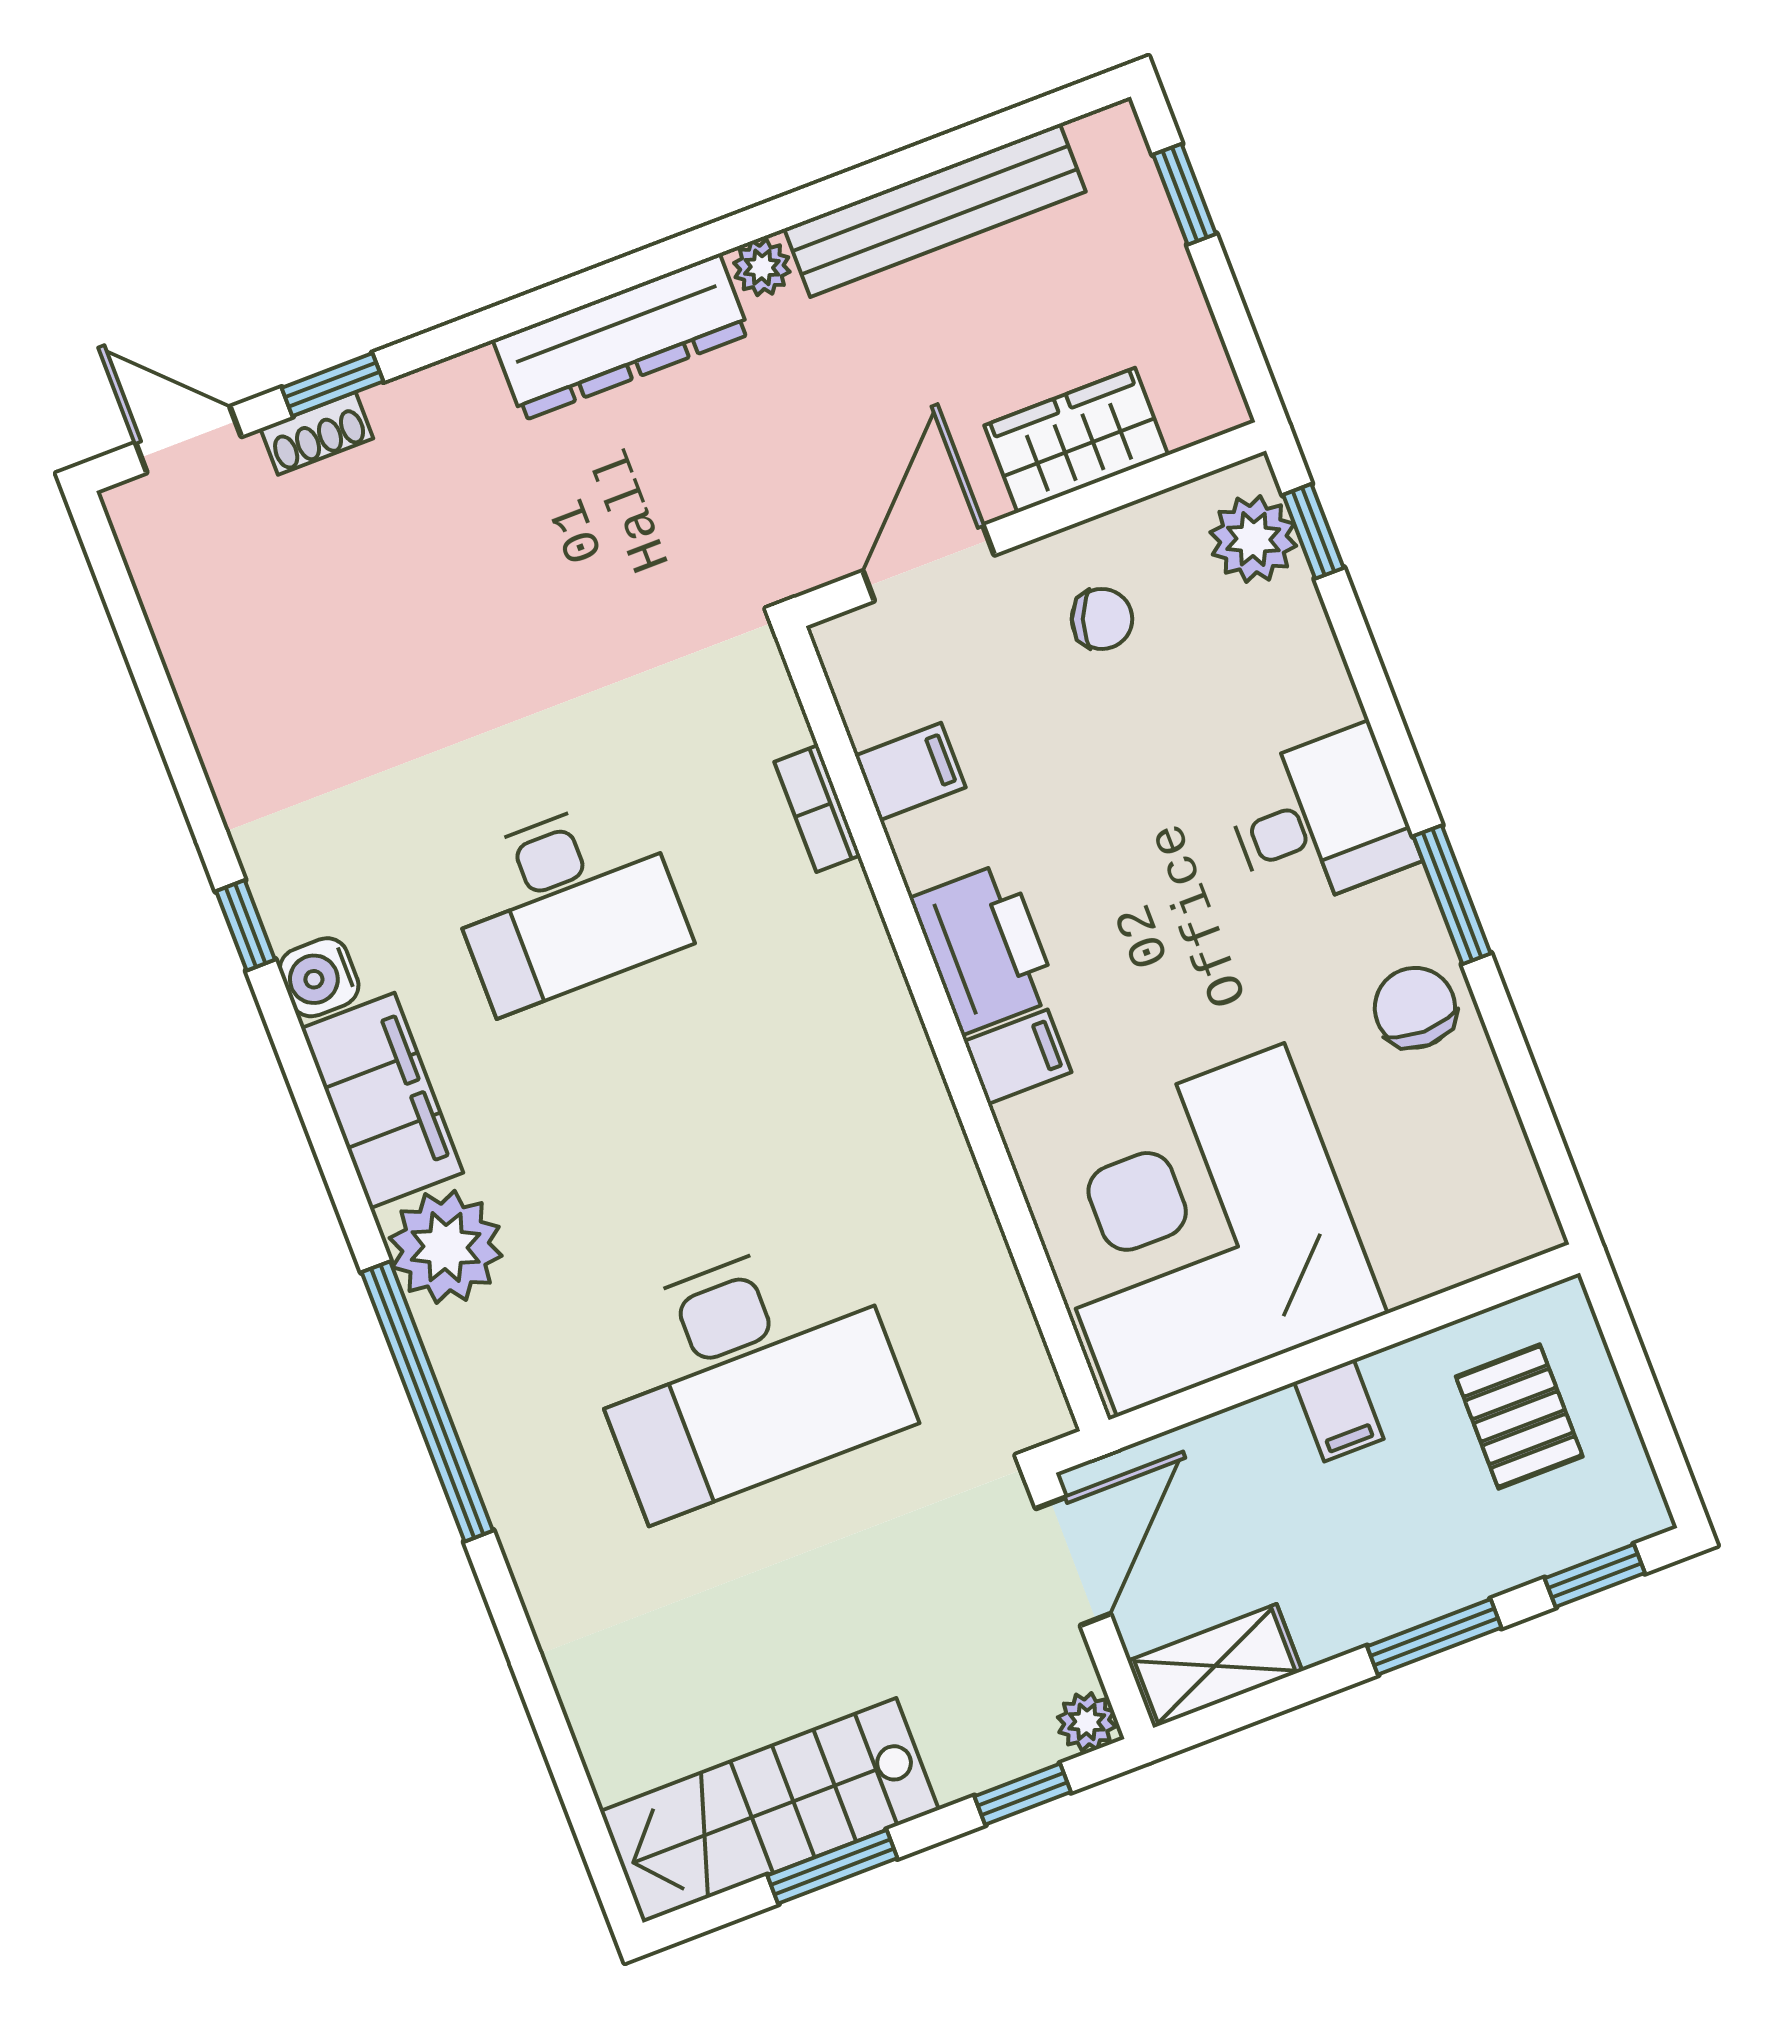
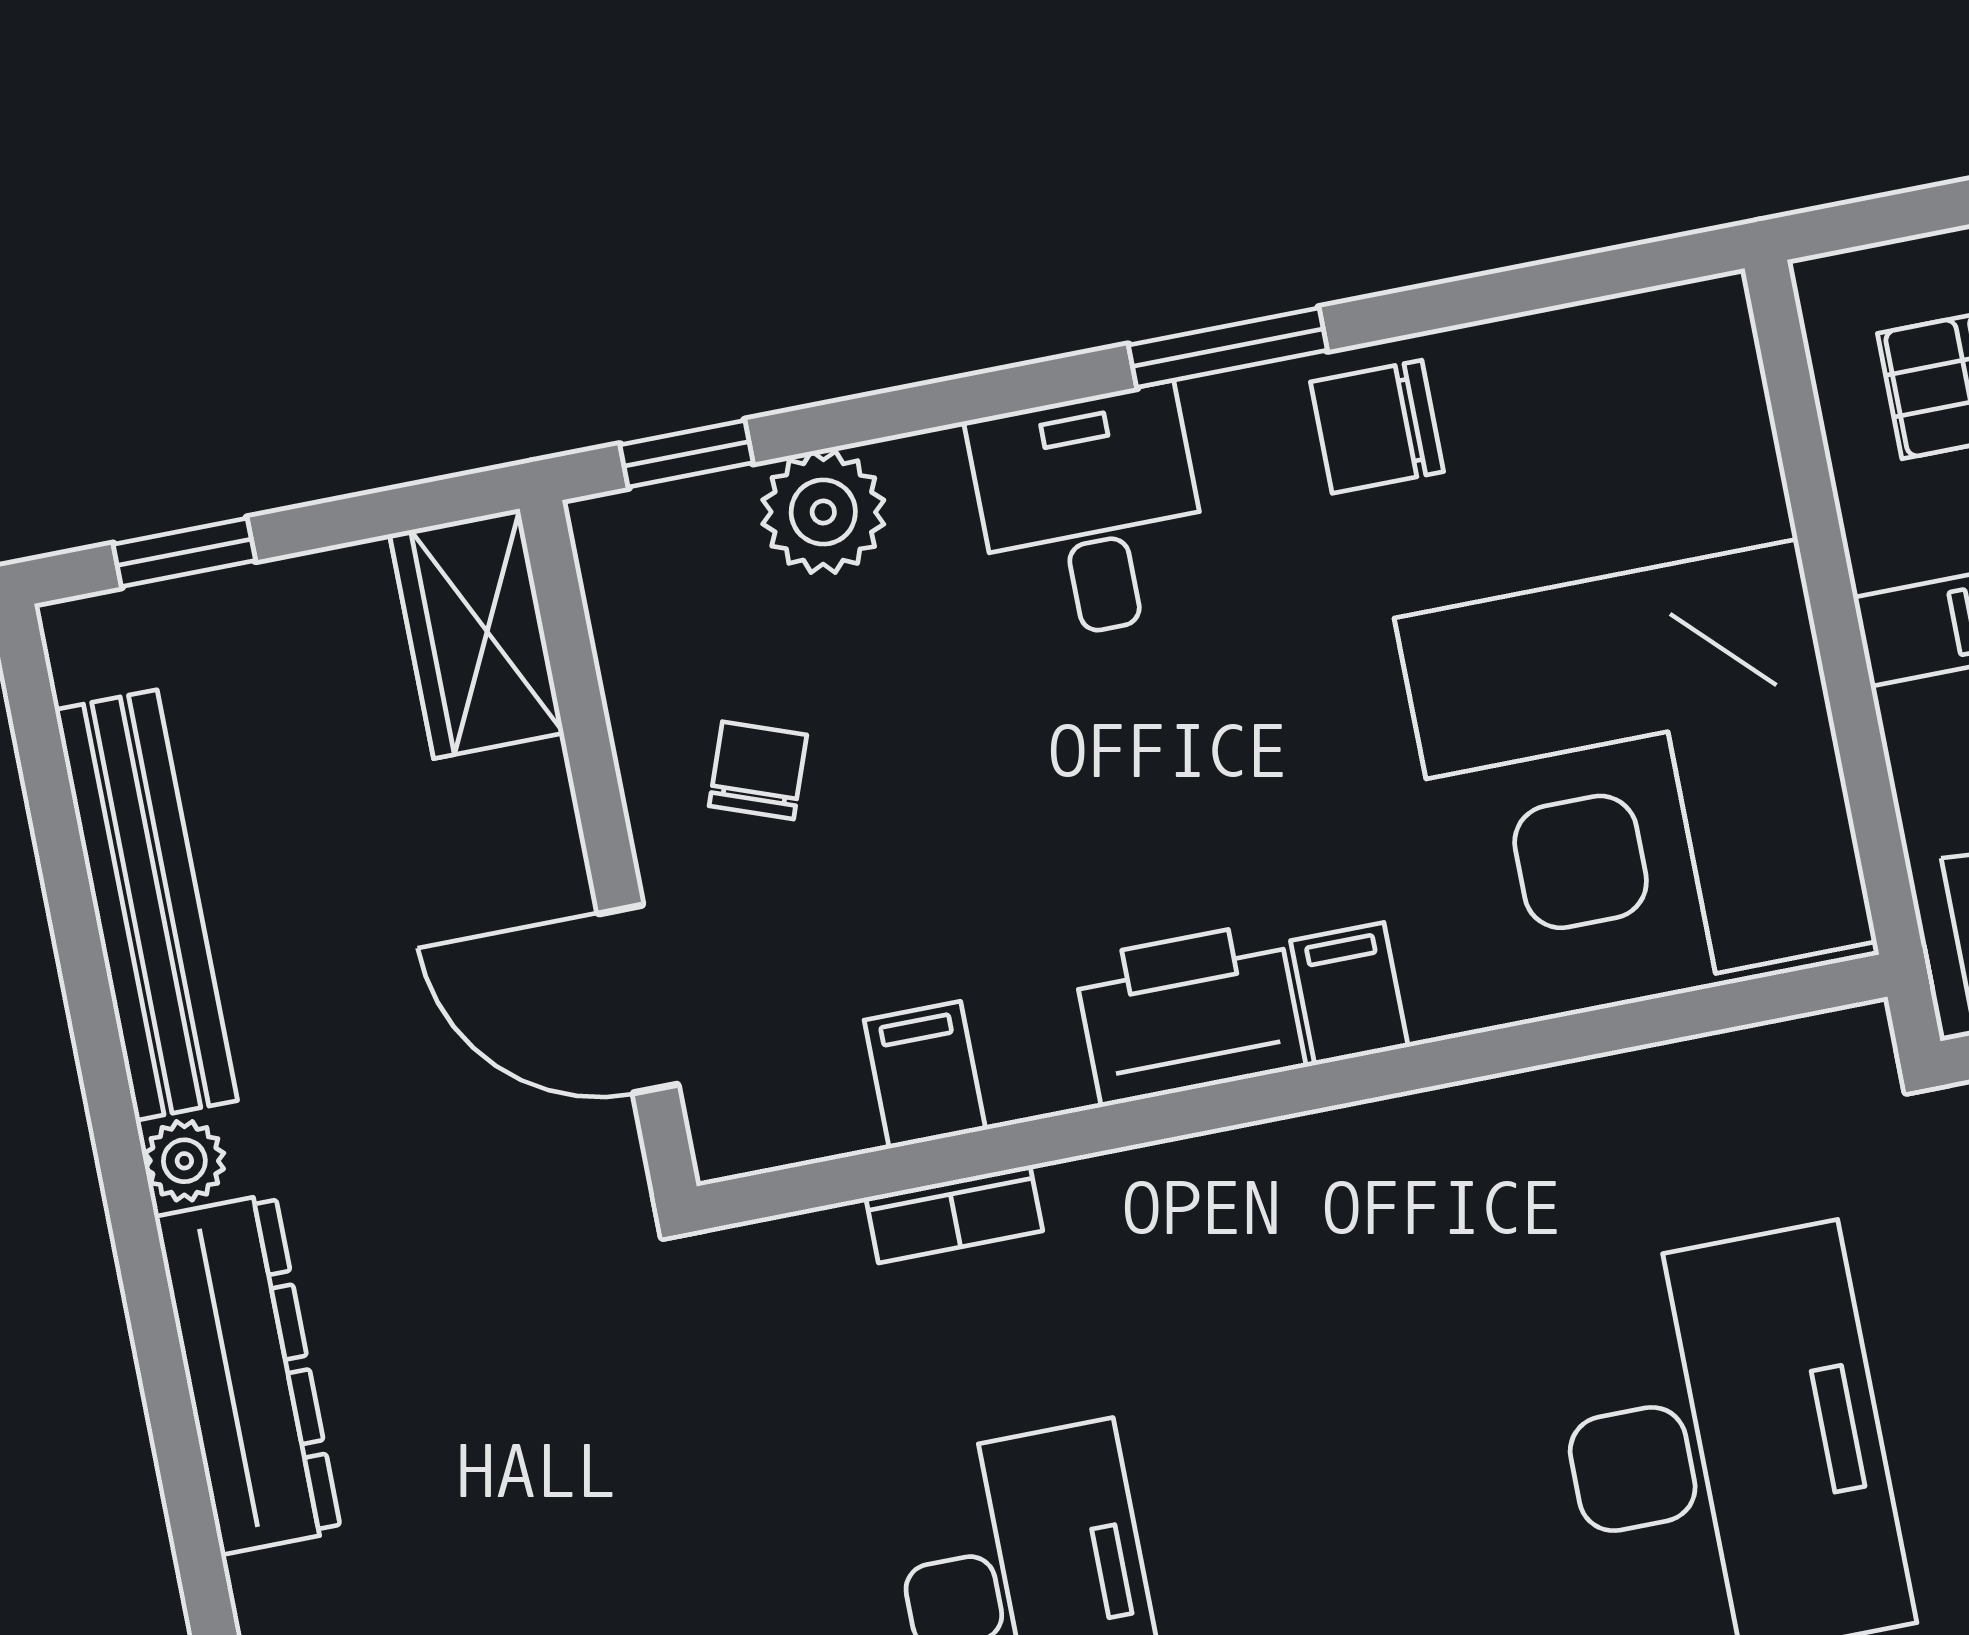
wardrobe: (1076, 440) -> (477, 634), moved
plant: (1253, 539) -> (823, 512), moved

